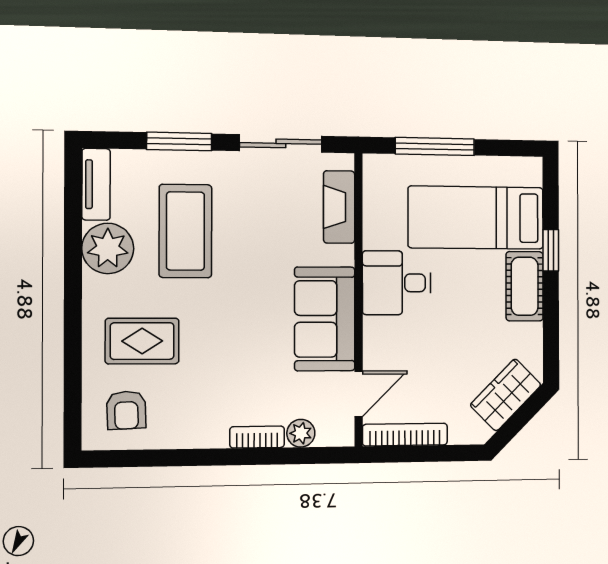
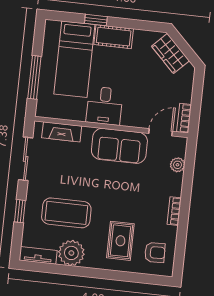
window: (179, 141) -> (20, 211), width x0.67
door: (359, 394) -> (161, 132), hinge flipped
bookcase: (405, 435) -> (184, 118), width x0.64
bookcase: (257, 437) -> (174, 211), moved

